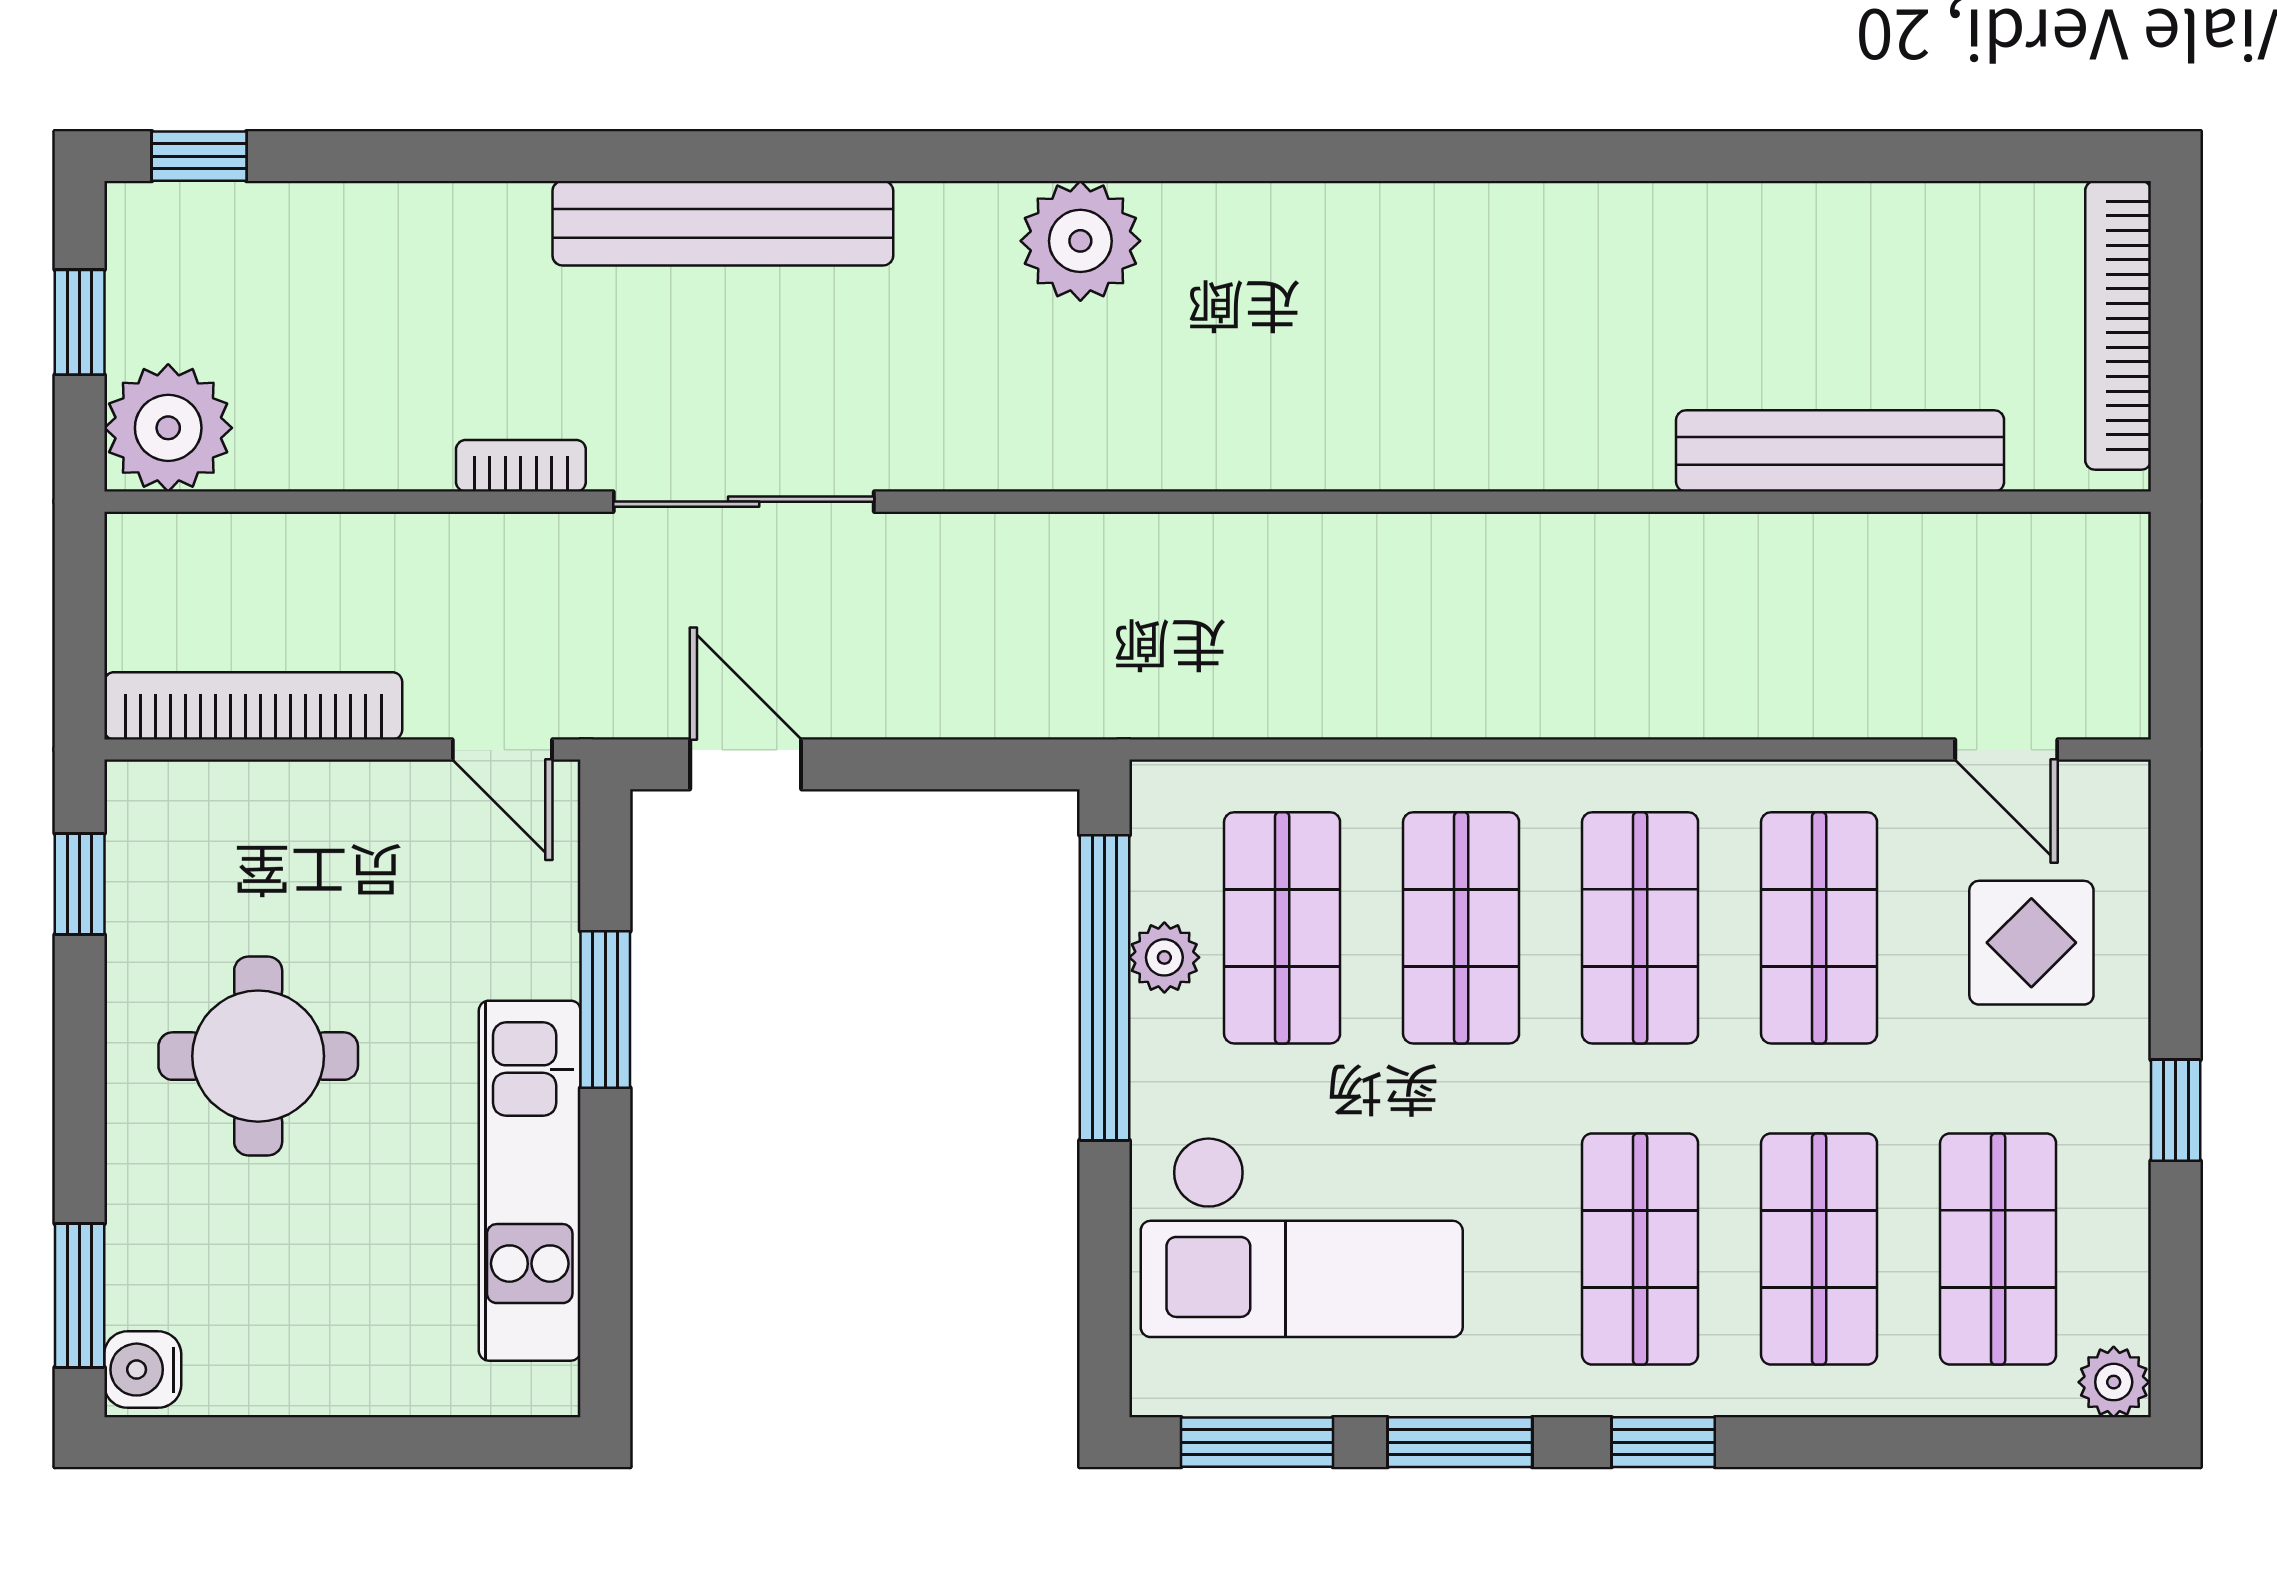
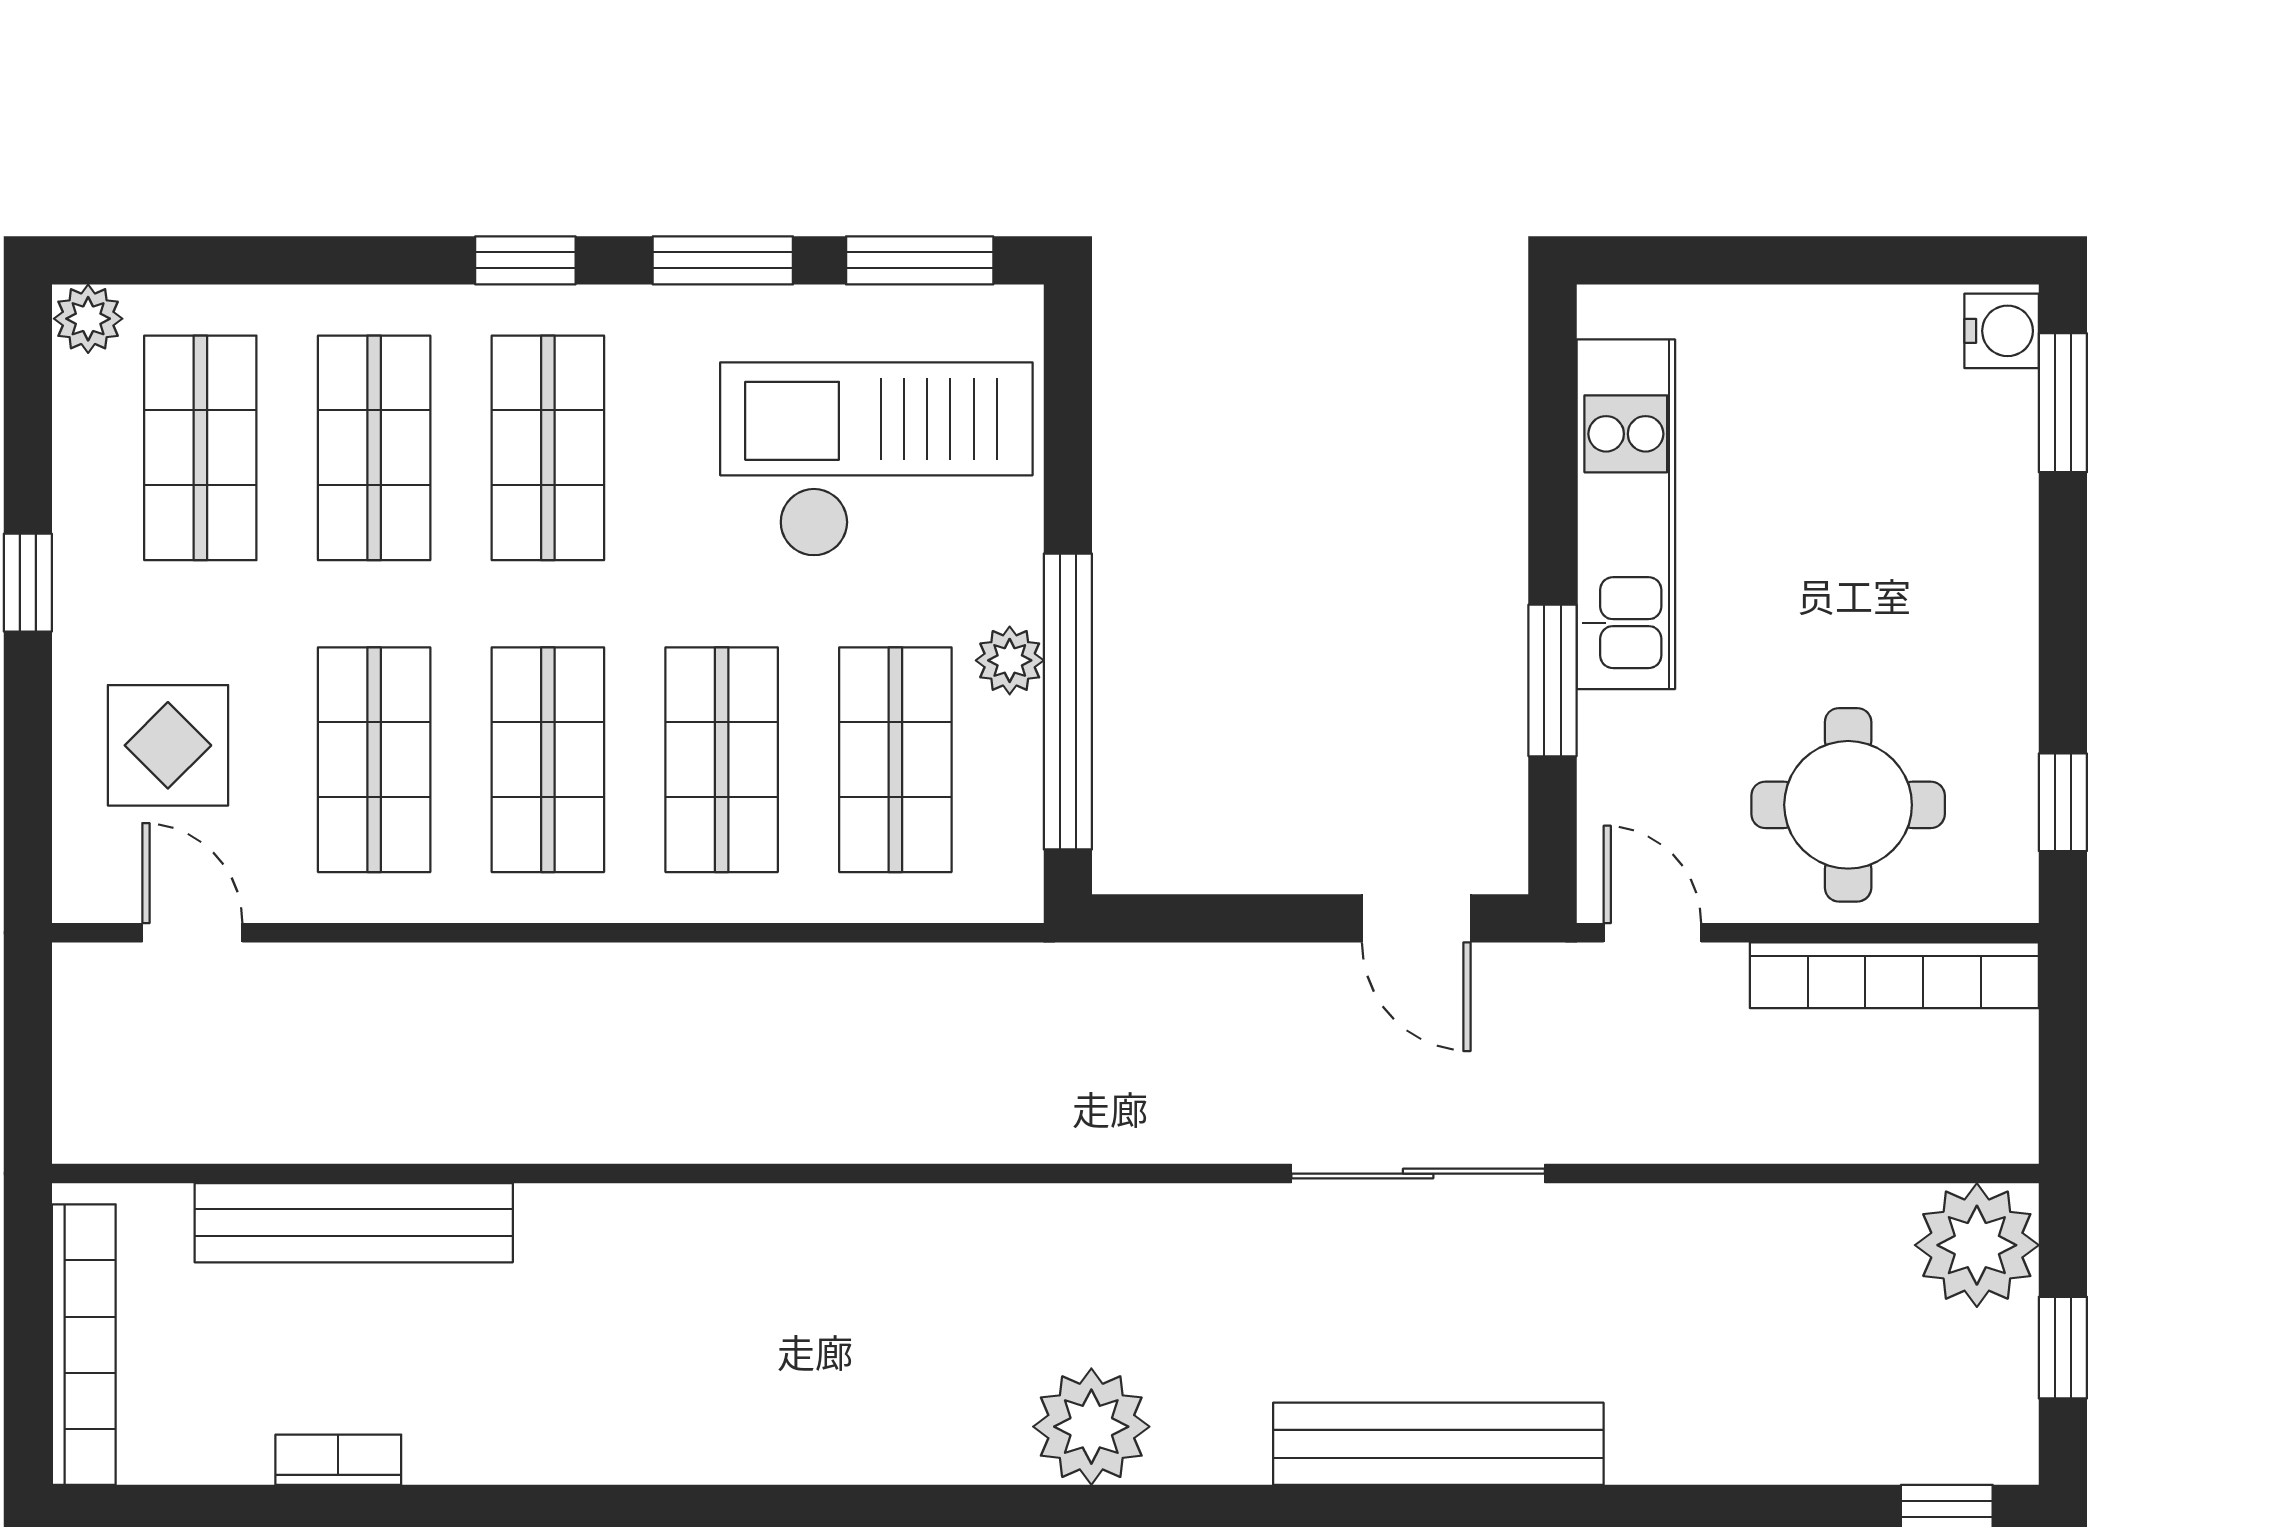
bookcase: (521, 466) -> (338, 1460), moved, turned 180
plant: (1164, 957) -> (1010, 660), moved
round table: (258, 1056) -> (1848, 805), moved

